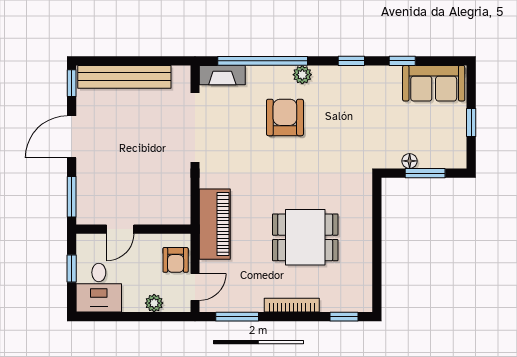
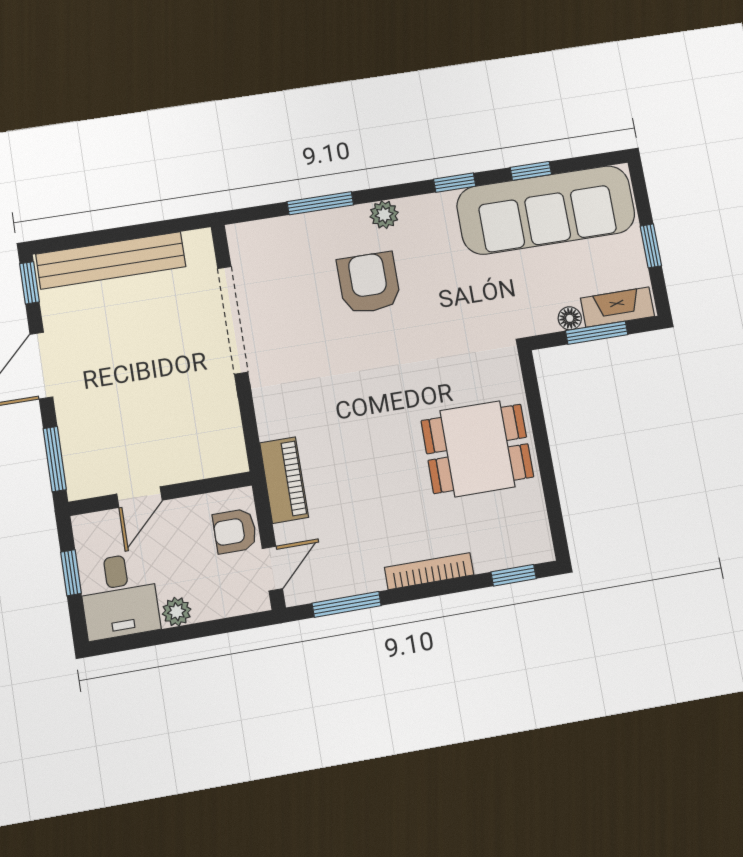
window: (263, 61) -> (320, 203), width x0.47
fireplace: (222, 75) -> (617, 307), moved, turned 180
sofa: (434, 83) -> (546, 210), width x1.85, depth x1.27
piano: (215, 224) -> (284, 480), width x0.73, depth x0.75
dining table: (305, 237) -> (477, 449), moved
armchair: (176, 260) -> (235, 531), turned 90
plant: (154, 303) -> (177, 612), moved

